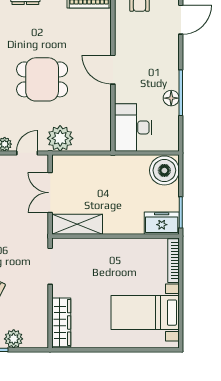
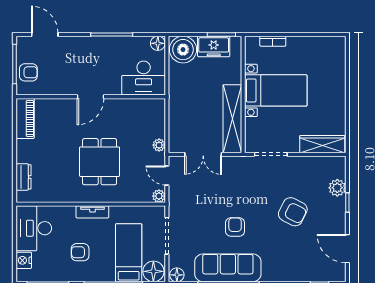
floor lamp: (171, 98) -> (158, 43), moved
plant: (60, 138) -> (159, 145), width x0.53, depth x0.53
freezer: (162, 223) -> (214, 46), moved, turned -90
shelving: (77, 224) -> (232, 119), width x1.47
bookcase: (173, 261) -> (273, 41), width x0.64
bed with nightstands: (145, 313) -> (276, 90), moved, turned -90

